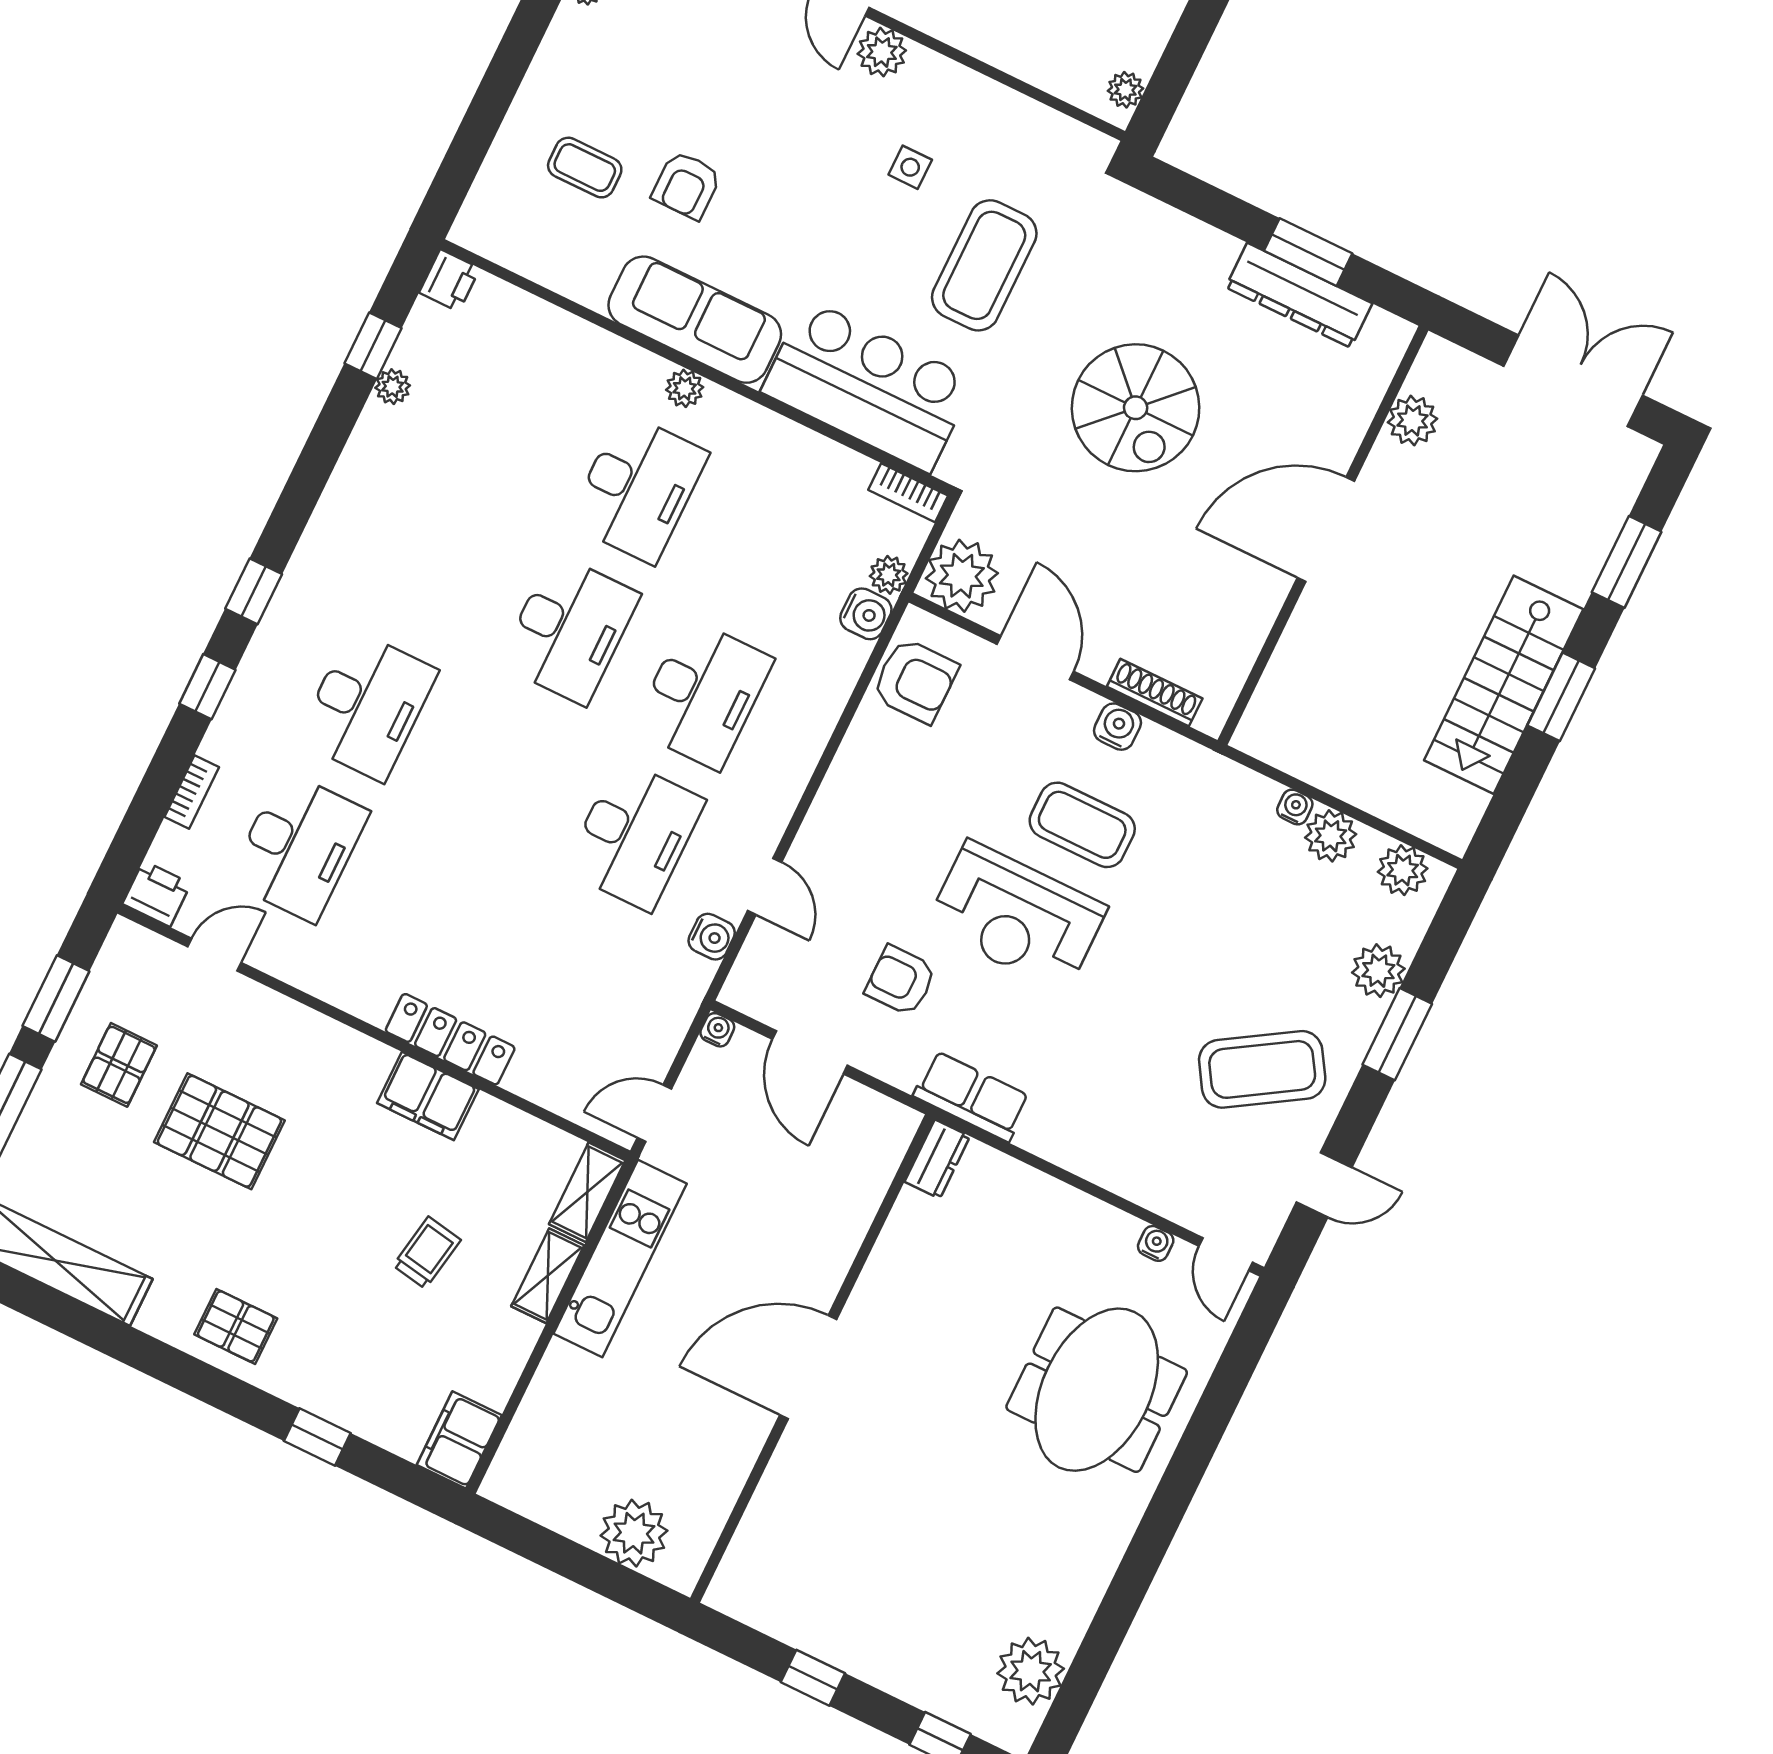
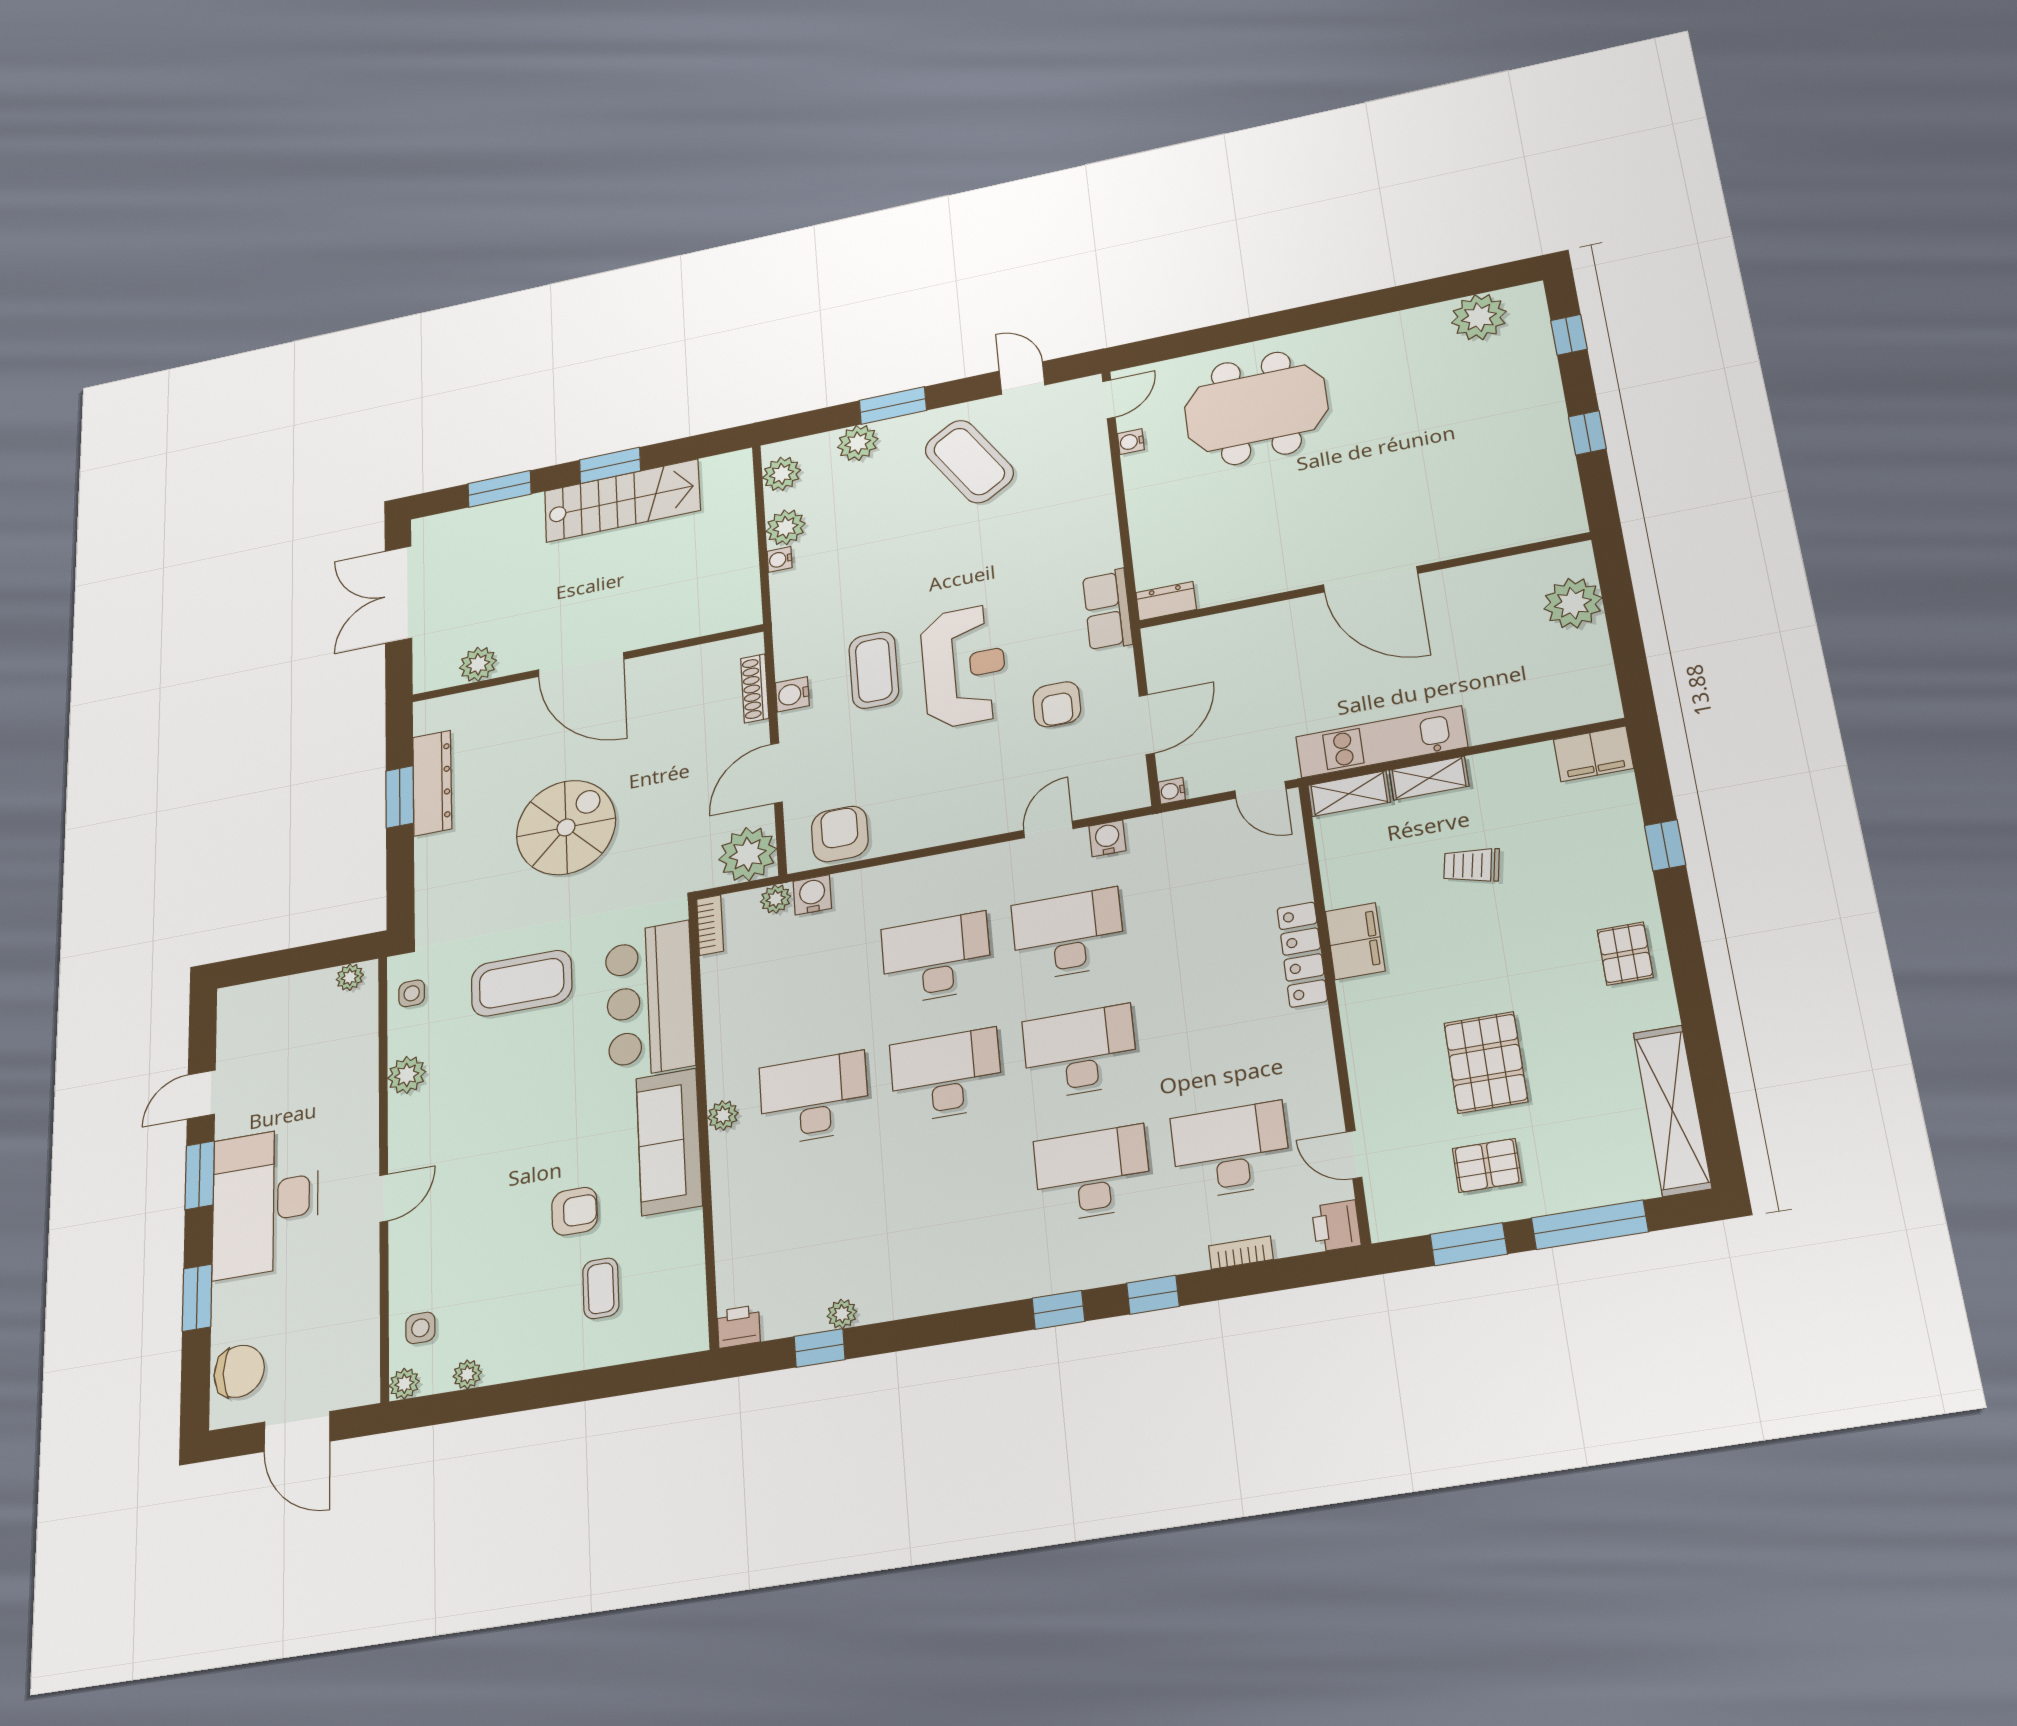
plant: (882, 52) -> (407, 1075), moved
side table: (910, 167) -> (412, 993), moved
desk: (501, 770) -> (1080, 1052), added

